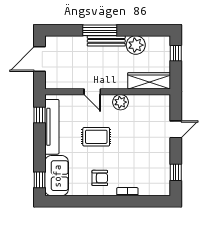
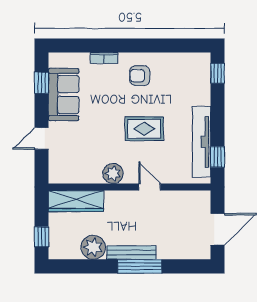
sofa: (57, 176) -> (64, 95), moved, turned 180

